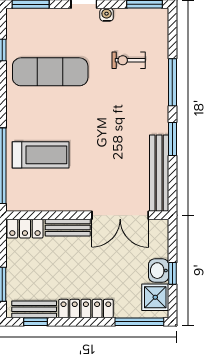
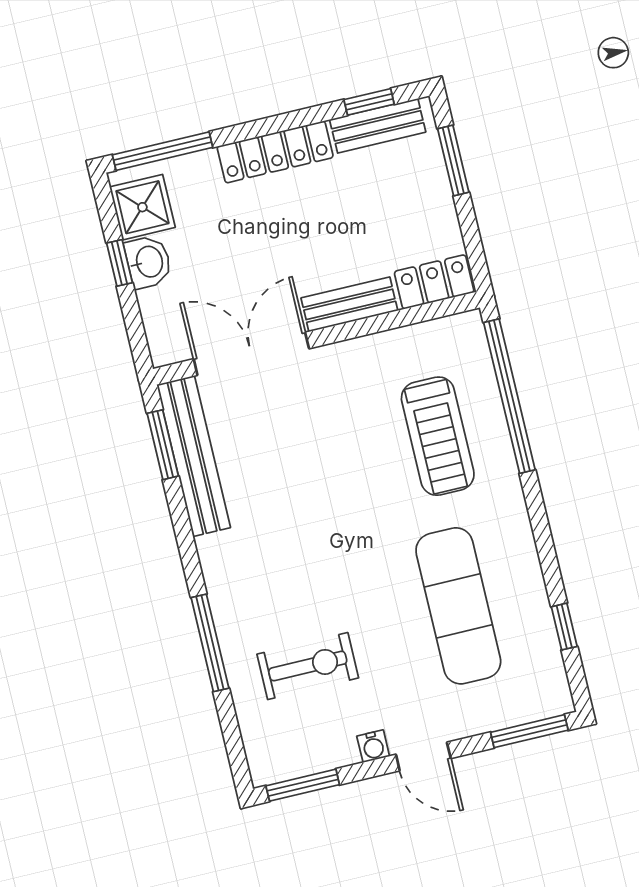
exercise bike: (129, 60) -> (308, 666), width x1.38, depth x1.39
exercise mat: (50, 72) -> (458, 606), turned 90
window: (172, 139) -> (163, 445), moved
treadmill: (41, 155) -> (438, 436), turned -90

